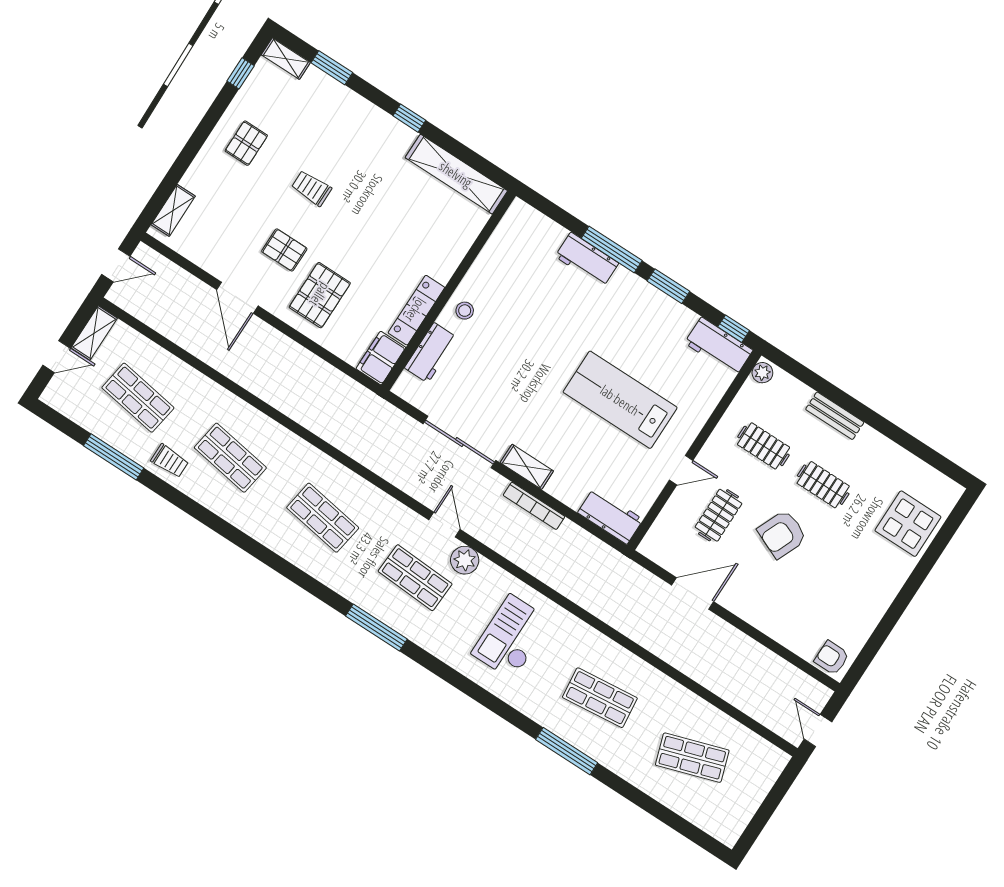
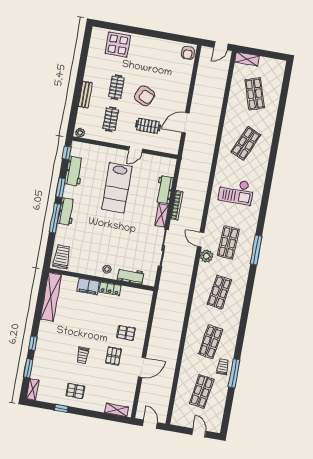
window: (241, 73) -> (61, 408), moved
window: (409, 118) -> (33, 343), moved
trolley: (529, 230) -> (62, 257), added
workbench: (587, 260) -> (66, 212), moved
pallet: (320, 295) -> (126, 333), width x0.67, depth x0.71
locker: (416, 310) -> (110, 289), width x0.66
shelving: (94, 333) -> (247, 59), moved
workbench: (719, 347) -> (74, 171), moved
filing cabinet: (381, 358) -> (88, 286), moved
window: (114, 457) -> (234, 373), moved
door: (681, 470) -> (136, 150), swing flipped
workbench: (610, 516) -> (164, 190), moved
door: (444, 525) -> (201, 240), hinge flipped
plant: (465, 560) -> (206, 256), moved
door: (693, 593) -> (185, 123), hinge flipped
shop shelf: (600, 698) -> (246, 143), turned 30
window: (567, 751) -> (274, 148), removed

